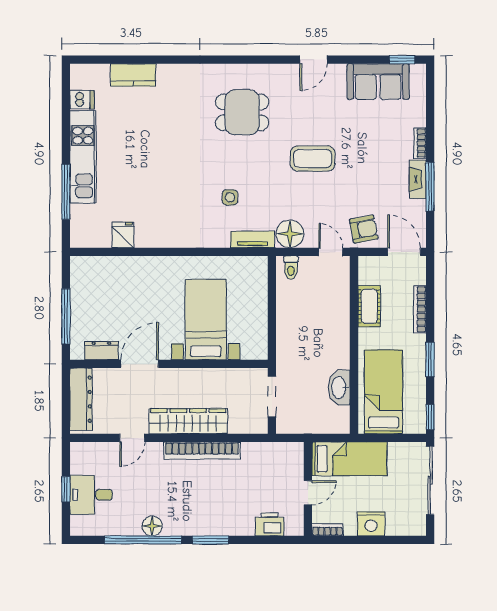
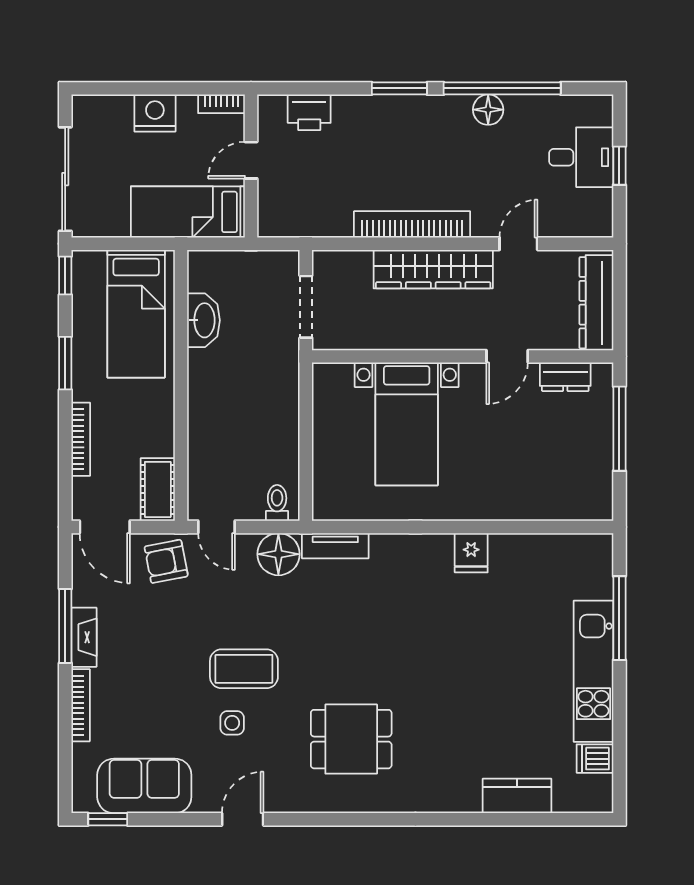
bookcase: (420, 143) -> (81, 705), width x1.56
side table: (230, 197) -> (232, 723), moved
fridge: (123, 235) -> (471, 553), moved
cot: (369, 306) -> (158, 489), moved
door: (140, 364) -> (507, 356), width x0.73

